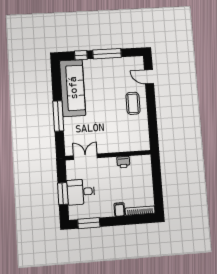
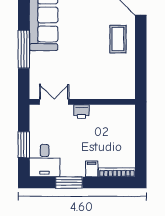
printer: (123, 162) -> (81, 112), moved
desk: (81, 192) -> (45, 161), moved, turned -90
window: (89, 223) -> (69, 183), moved

